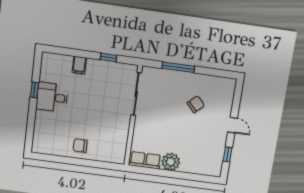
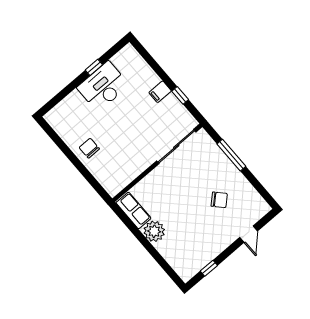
filing cabinet: (79, 65) -> (160, 92), moved
desk: (52, 97) -> (103, 86), width x1.37
door: (232, 125) -> (248, 234), moved

